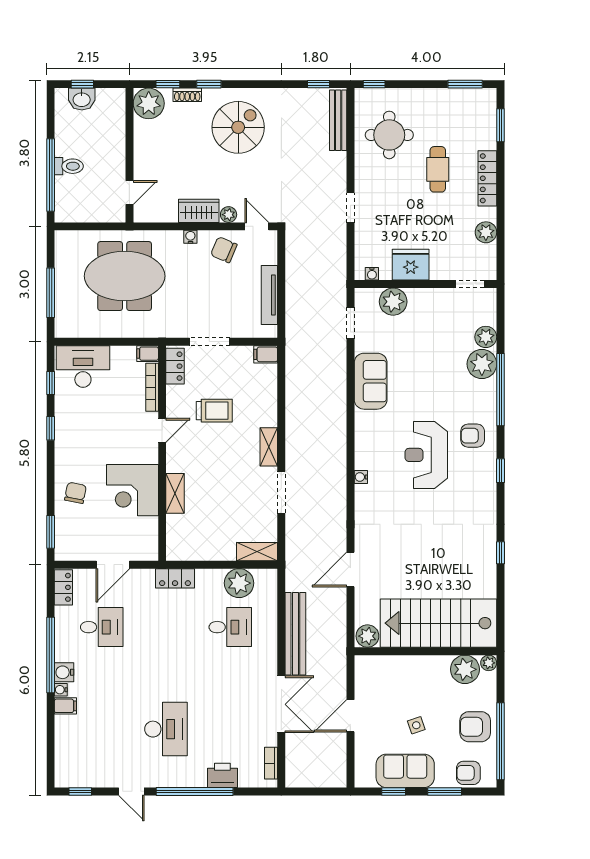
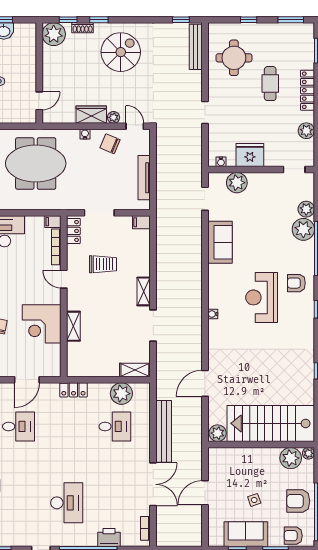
window: (374, 84) -> (249, 20), moved
door: (162, 430) -> (64, 279), swing flipped

